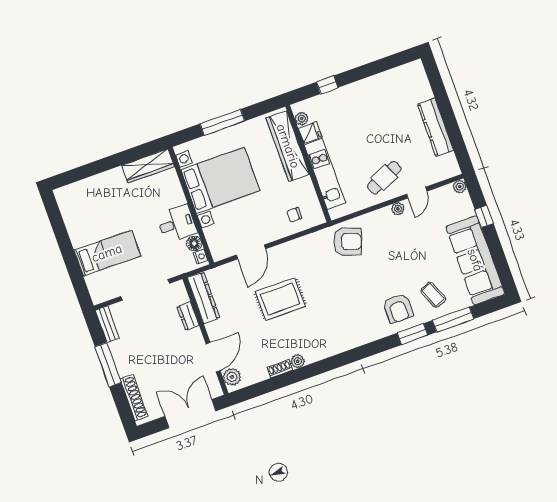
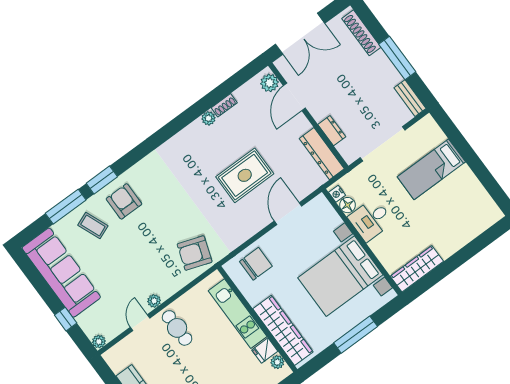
cafe table: (384, 178) -> (177, 328), turned -66
chair: (294, 215) -> (256, 264), width x1.87, depth x1.87

